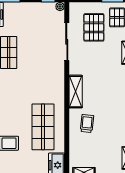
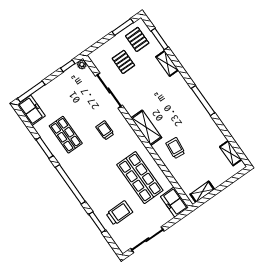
pallet: (94, 27) -> (123, 62), width x0.67, depth x0.71
trolley: (42, 71) -> (105, 130), added

